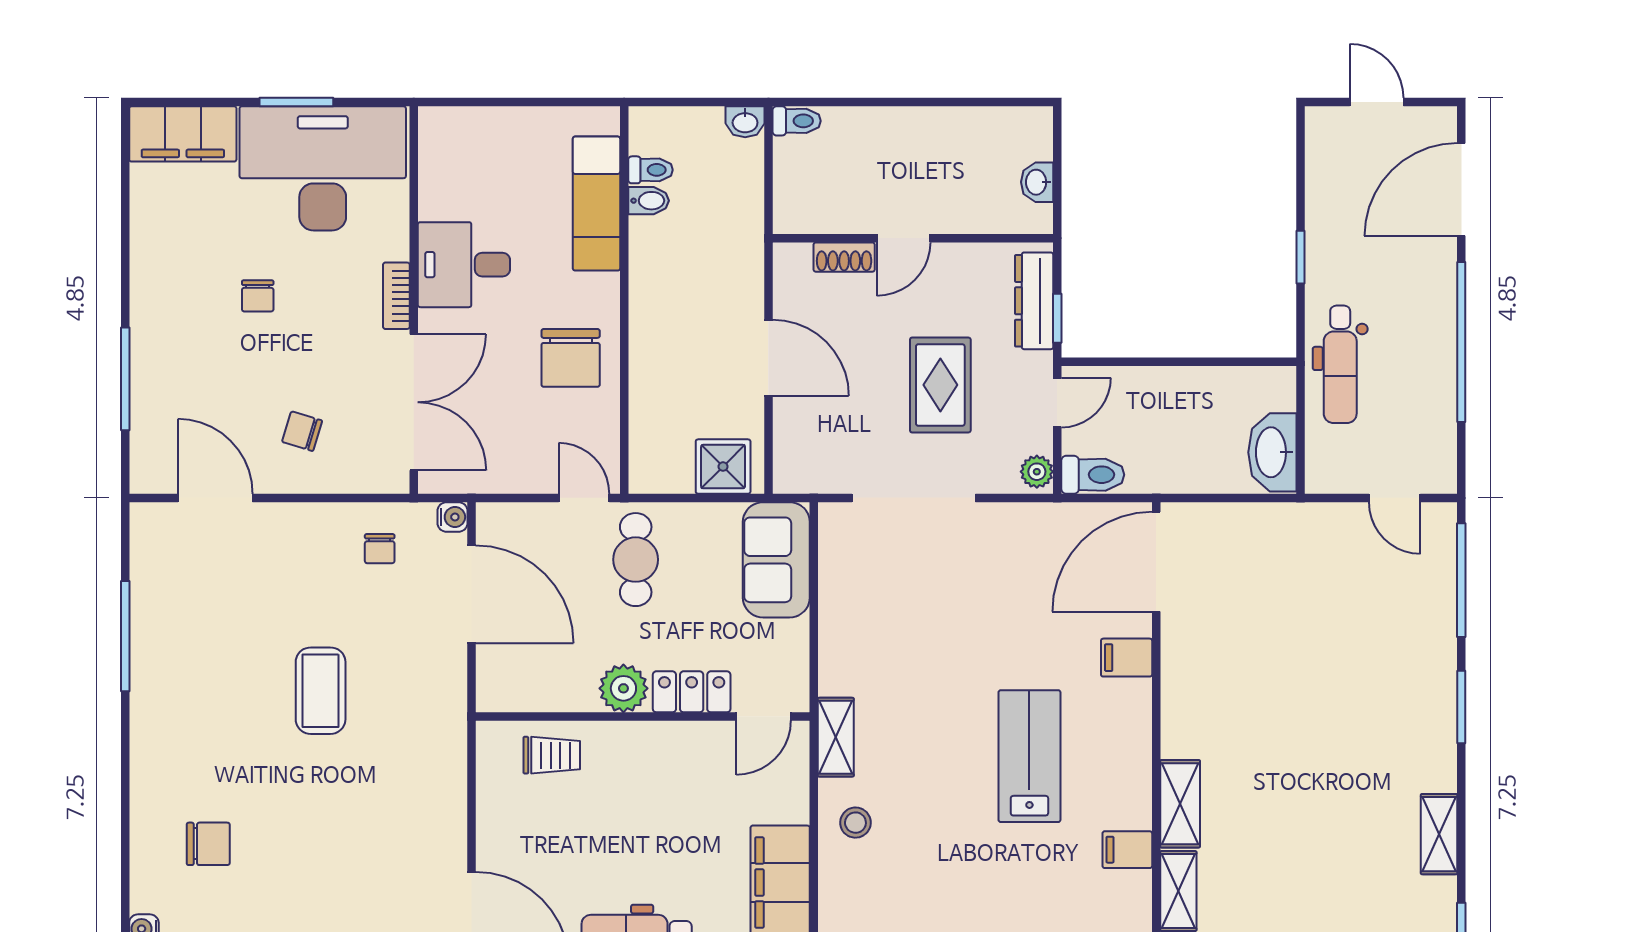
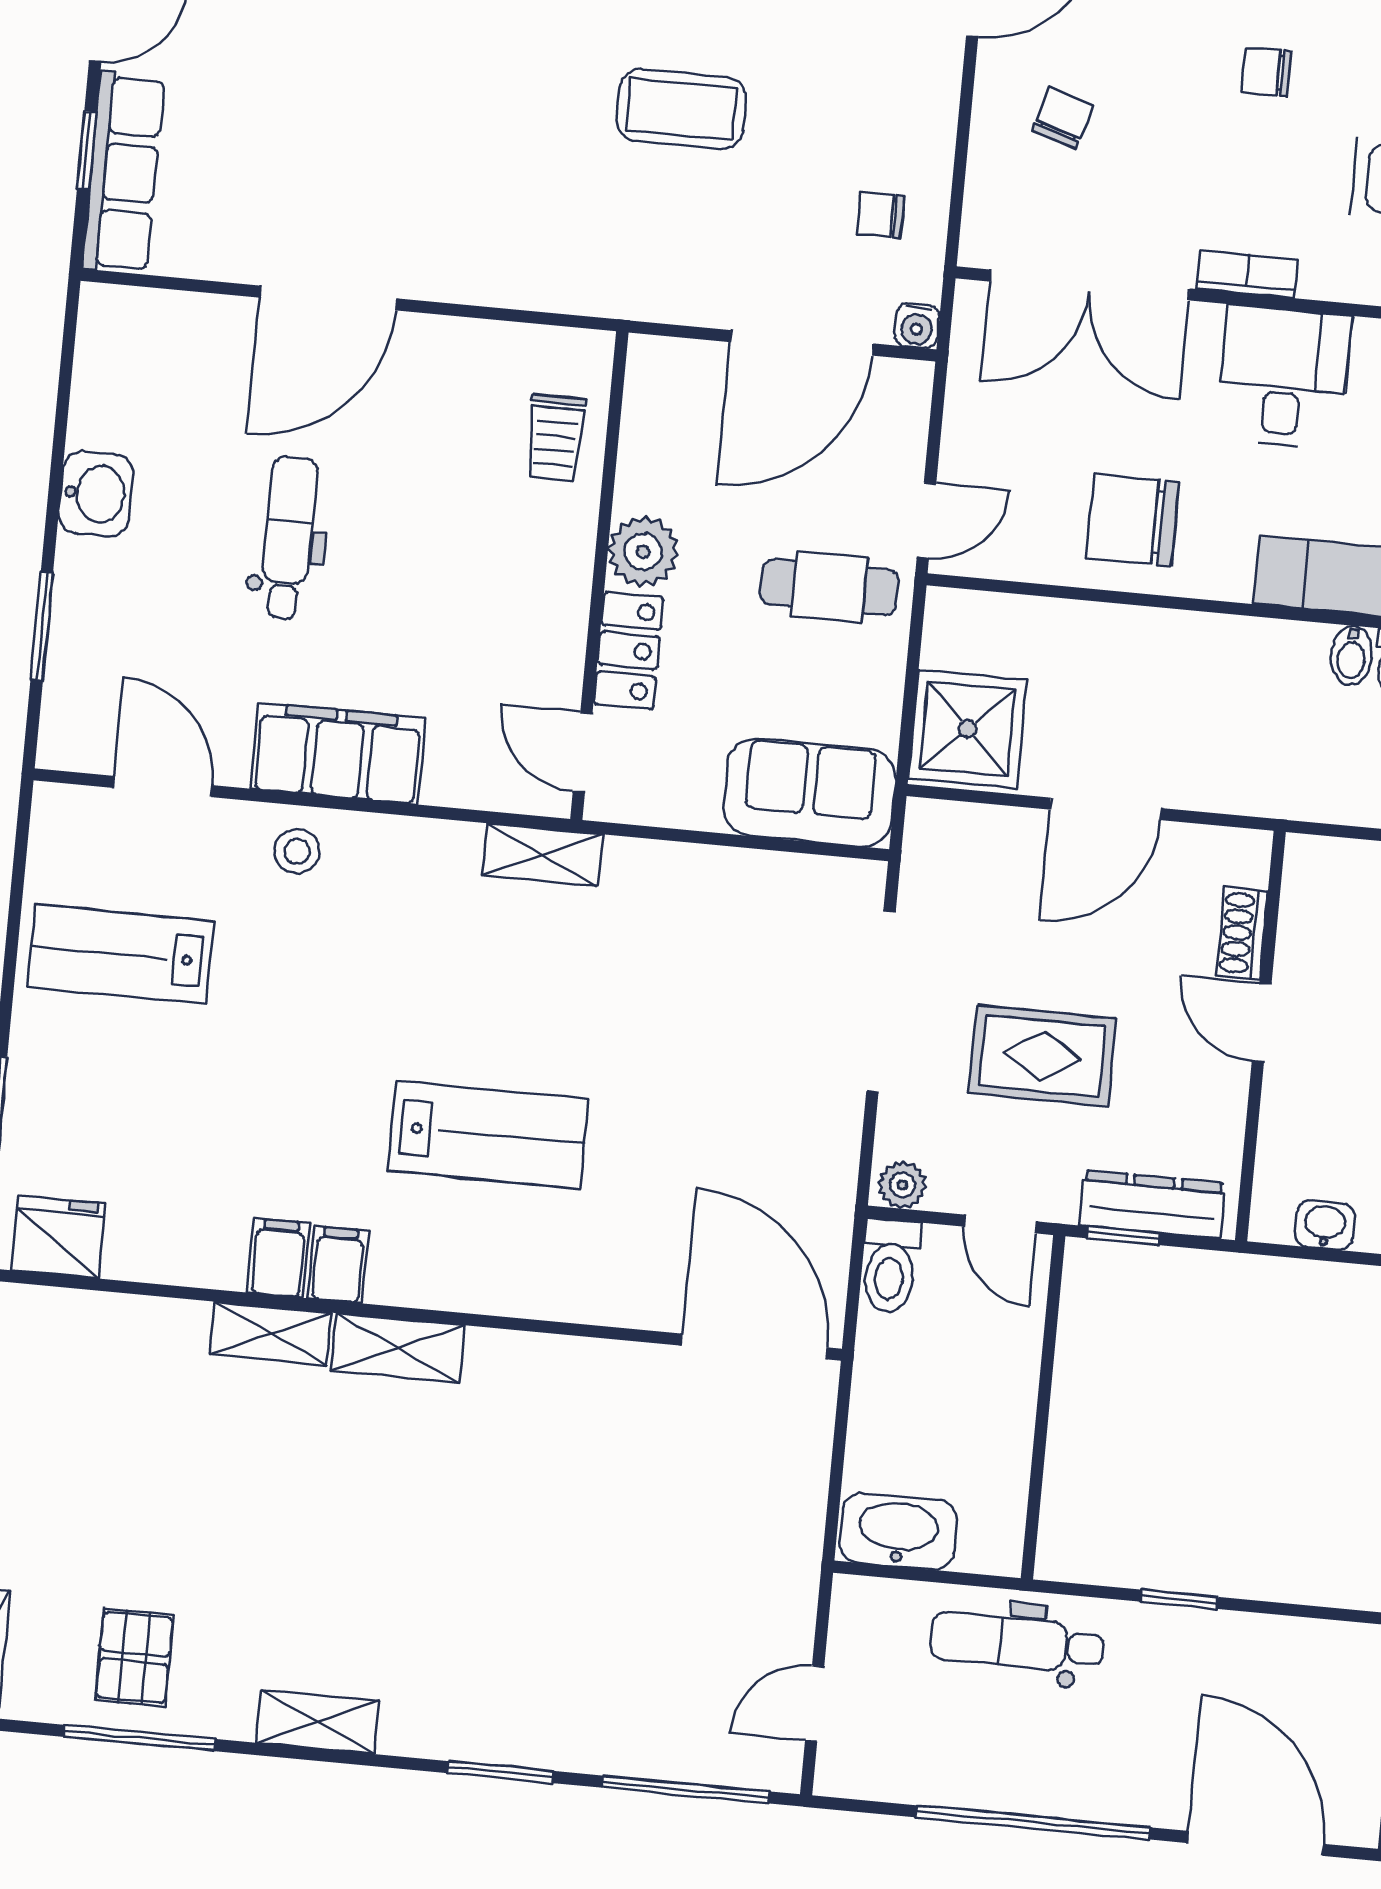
shower: (723, 467) -> (968, 729), width x1.36, depth x1.36
filing cabinet: (1127, 658) -> (278, 1258), moved
stool: (855, 823) -> (297, 851), moved

